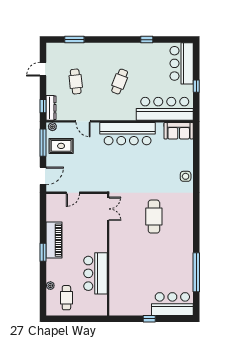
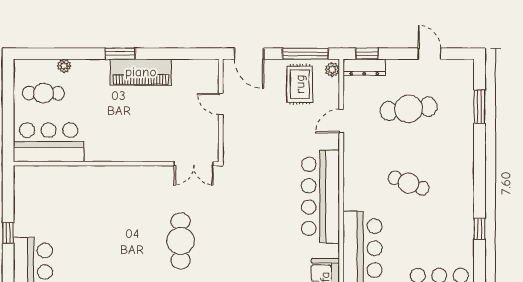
cafe table: (76, 82) -> (409, 109), width x1.37, depth x1.35
cafe table: (154, 217) -> (181, 241), turned 90
bar counter: (95, 273) -> (49, 142), moved

